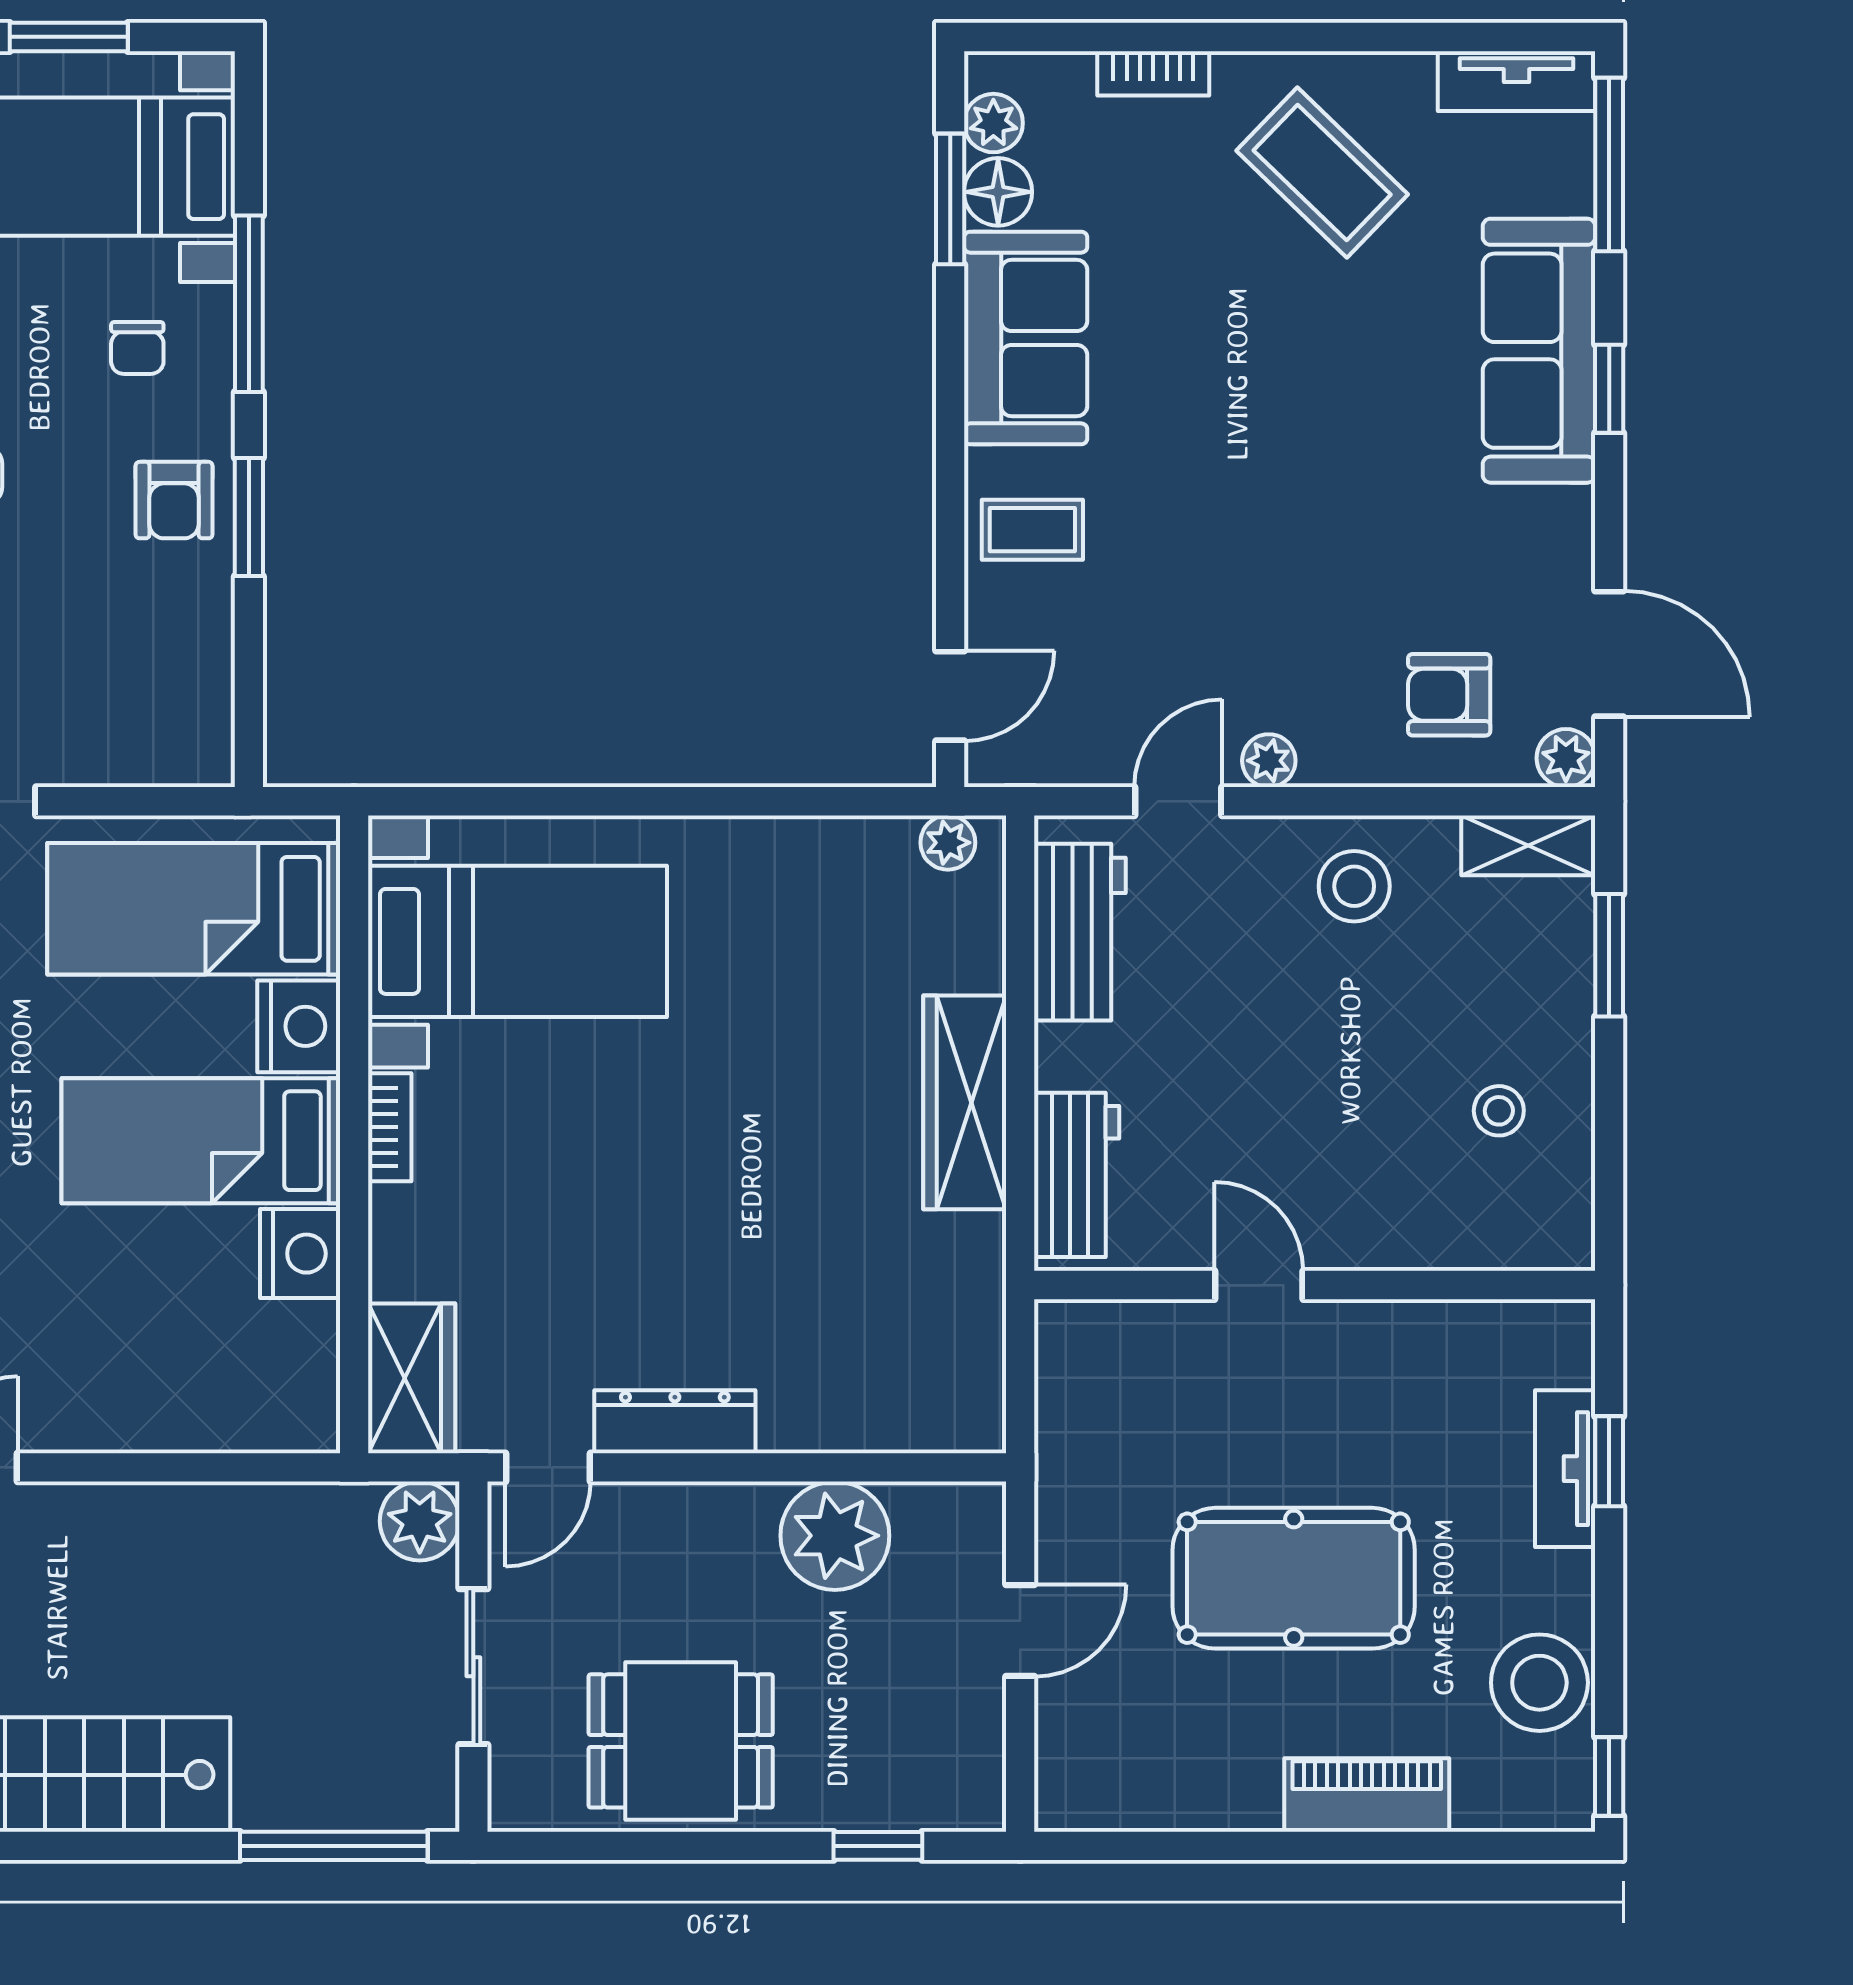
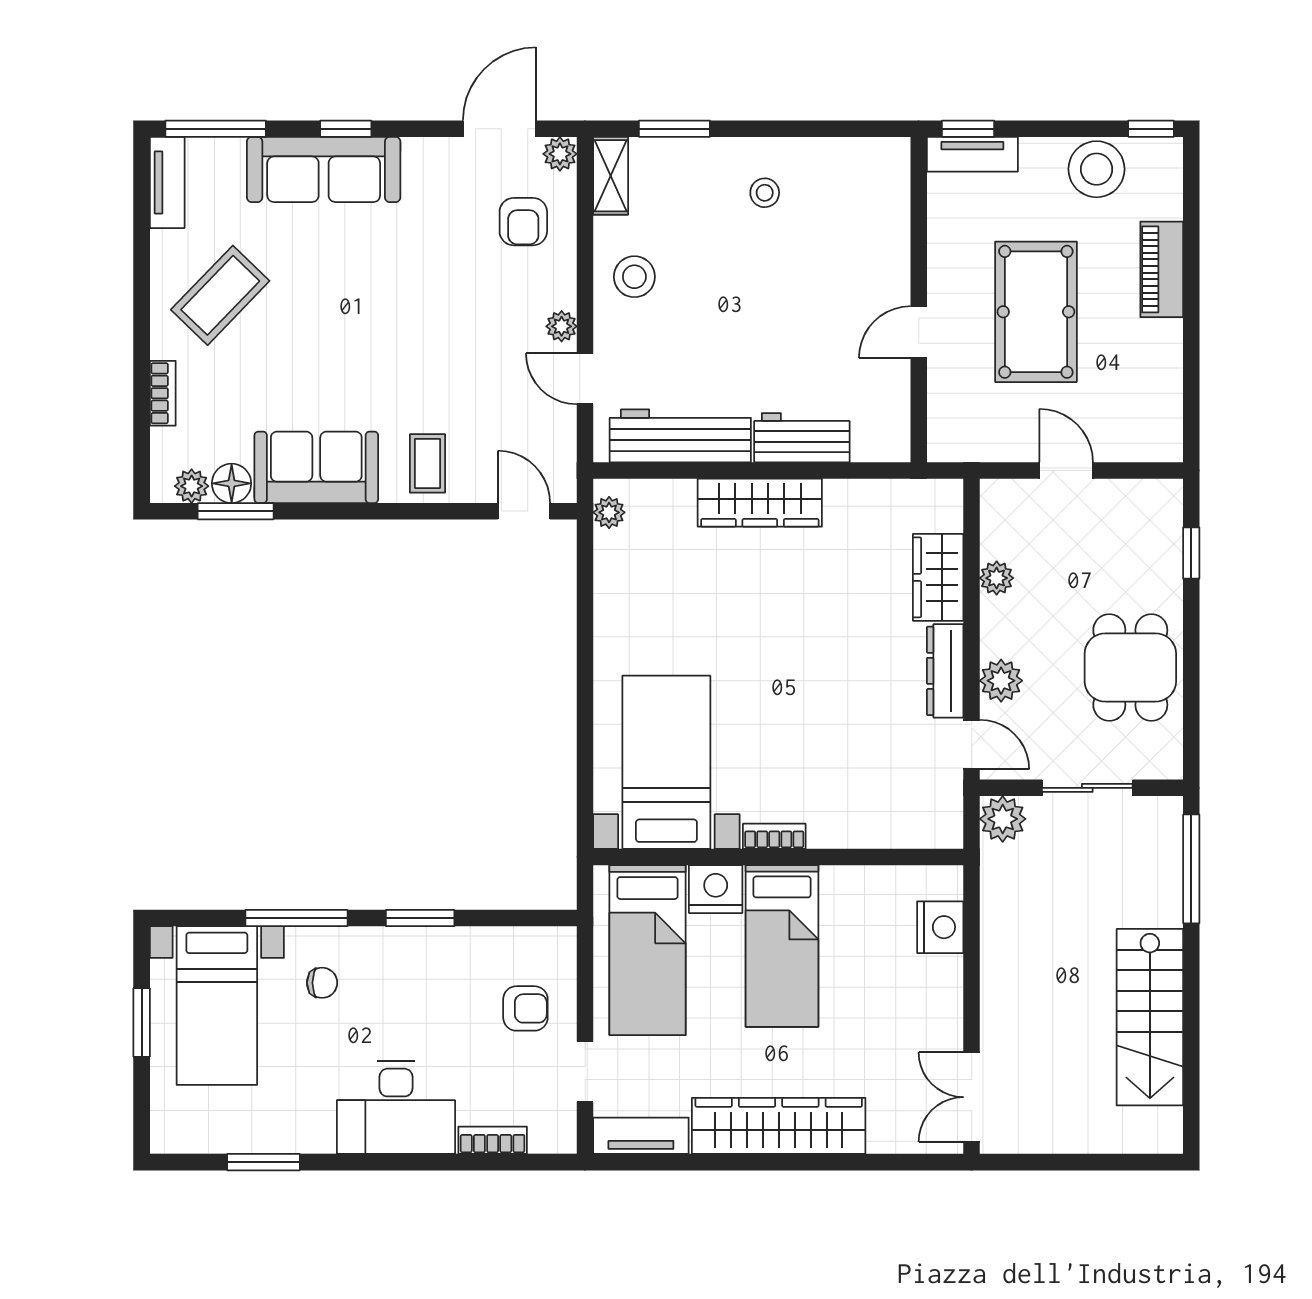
armchair: (174, 500) -> (525, 1008), moved
workbench: (1080, 932) -> (680, 436), width x1.38
nightstand: (300, 1254) -> (940, 927), moved, turned 90
door: (1259, 1285) -> (919, 332), moved
wall: (1315, 1285) -> (919, 300), moved
wardrobe: (412, 1378) -> (938, 577), moved, turned -90
plant: (658, 1518) -> (1001, 681), added
plant: (835, 1536) -> (997, 578), width x0.53, depth x0.53

